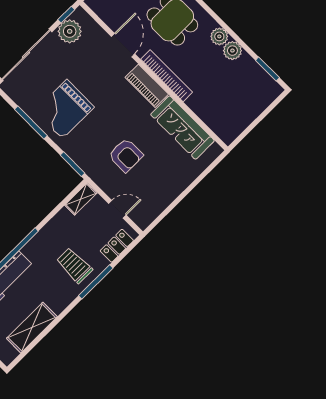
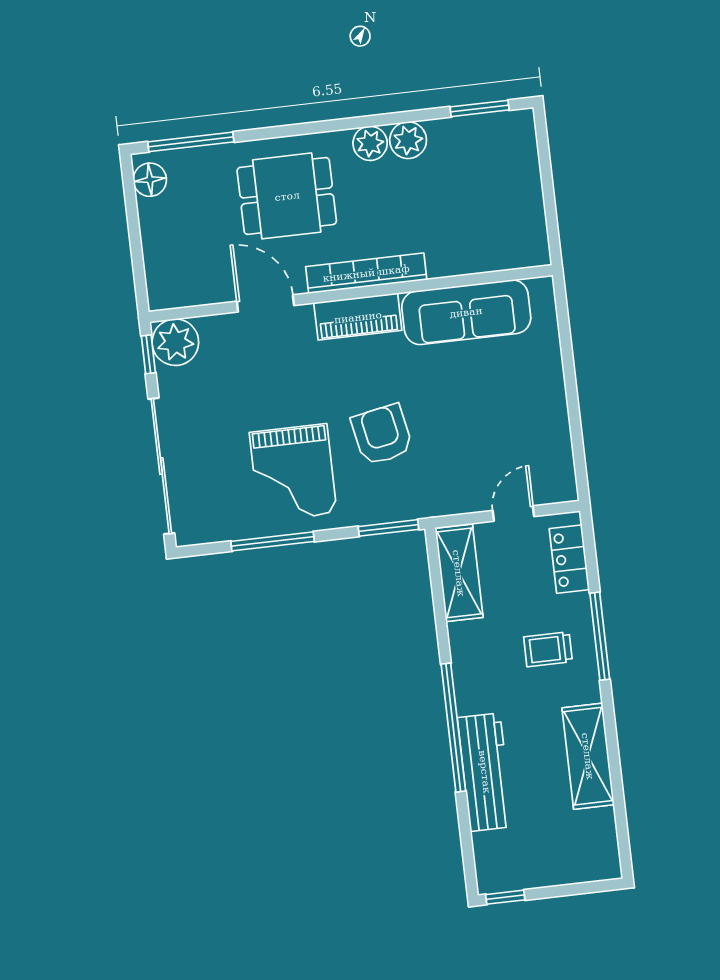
plant: (70, 31) -> (175, 342), moved
armchair: (126, 155) -> (382, 435), moved, turned -101
shelving: (81, 199) -> (459, 573), width x1.50, depth x1.33
trolley: (74, 265) -> (548, 649), width x0.73, depth x0.72
shelving: (32, 328) -> (588, 756), moved

